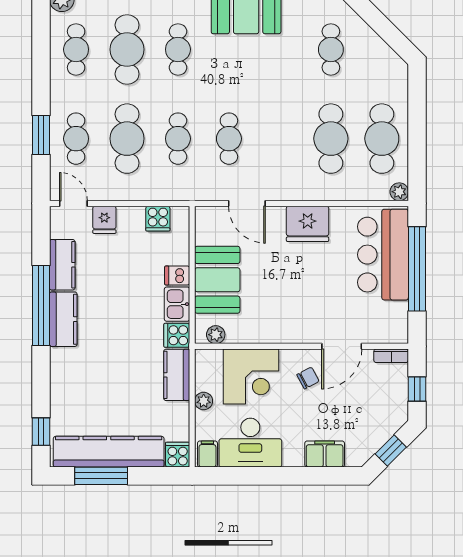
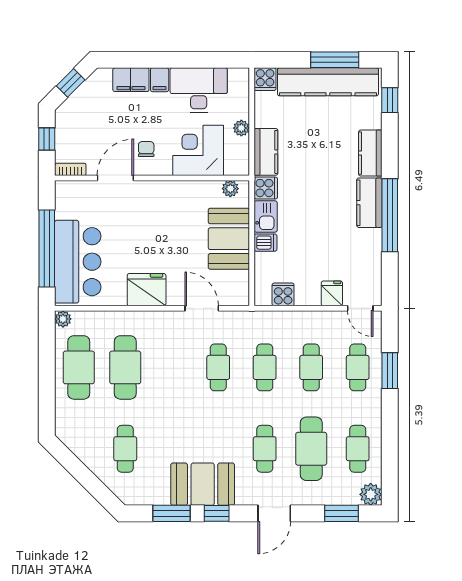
cafe table: (127, 139) -> (311, 367), width x0.73, depth x0.74
kitchen counter: (62, 265) -> (370, 153), moved
chair: (308, 378) -> (146, 149), turned 118
filing cabinet: (207, 454) -> (160, 80), moved

